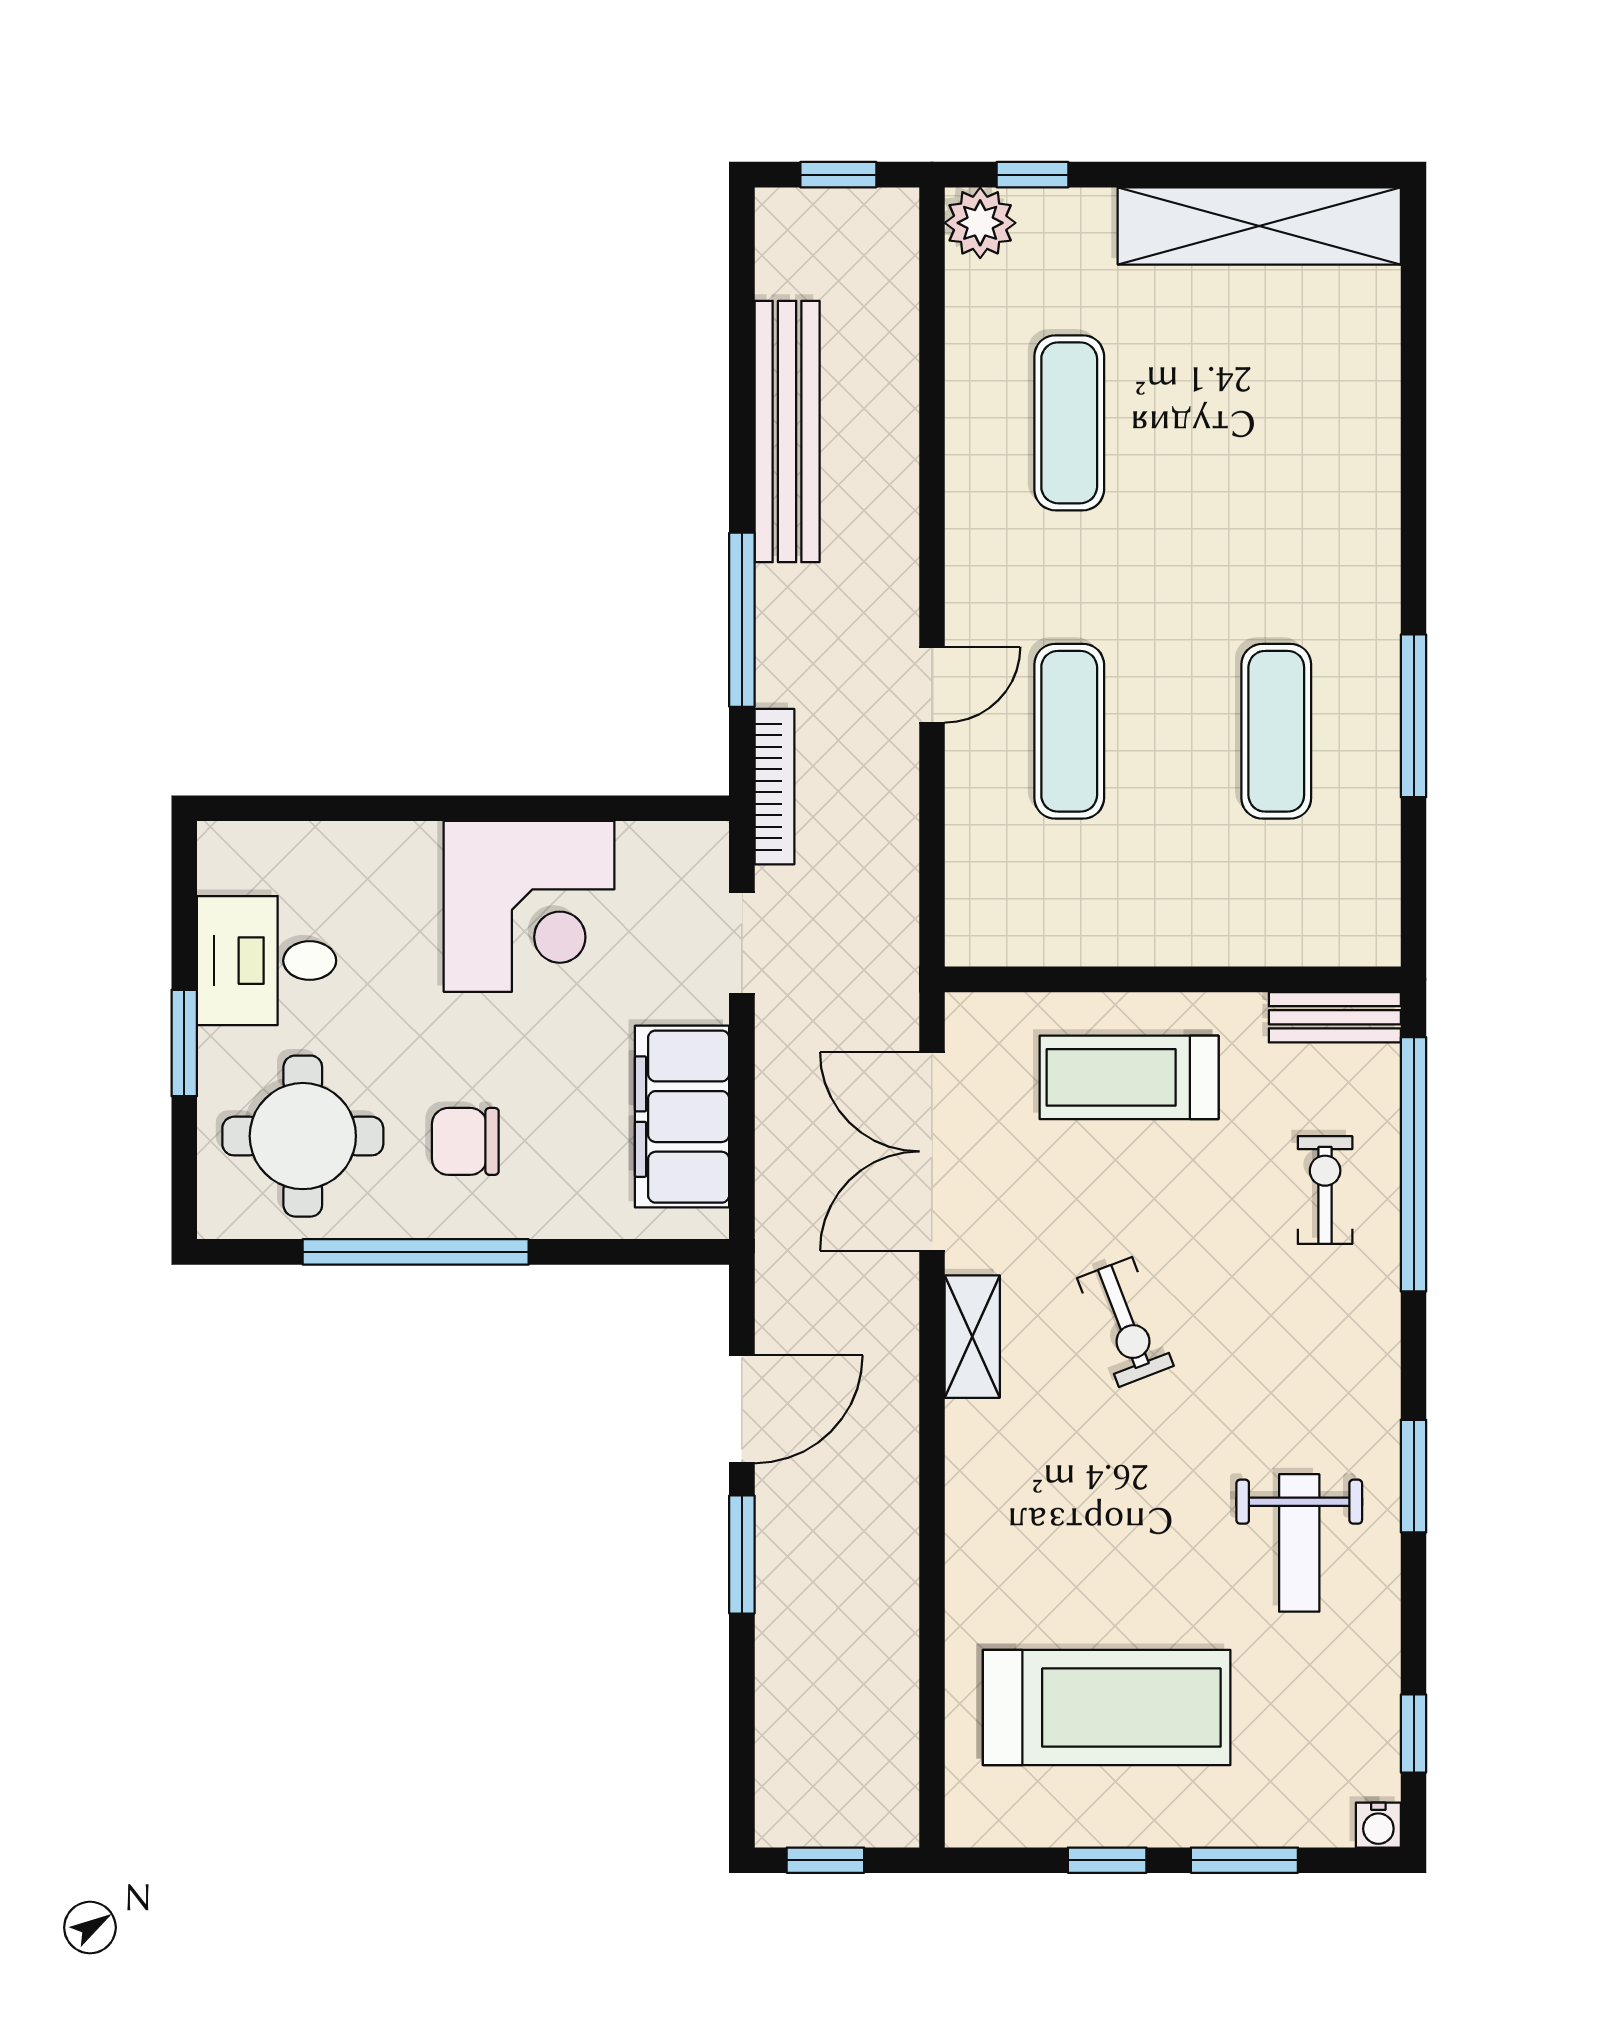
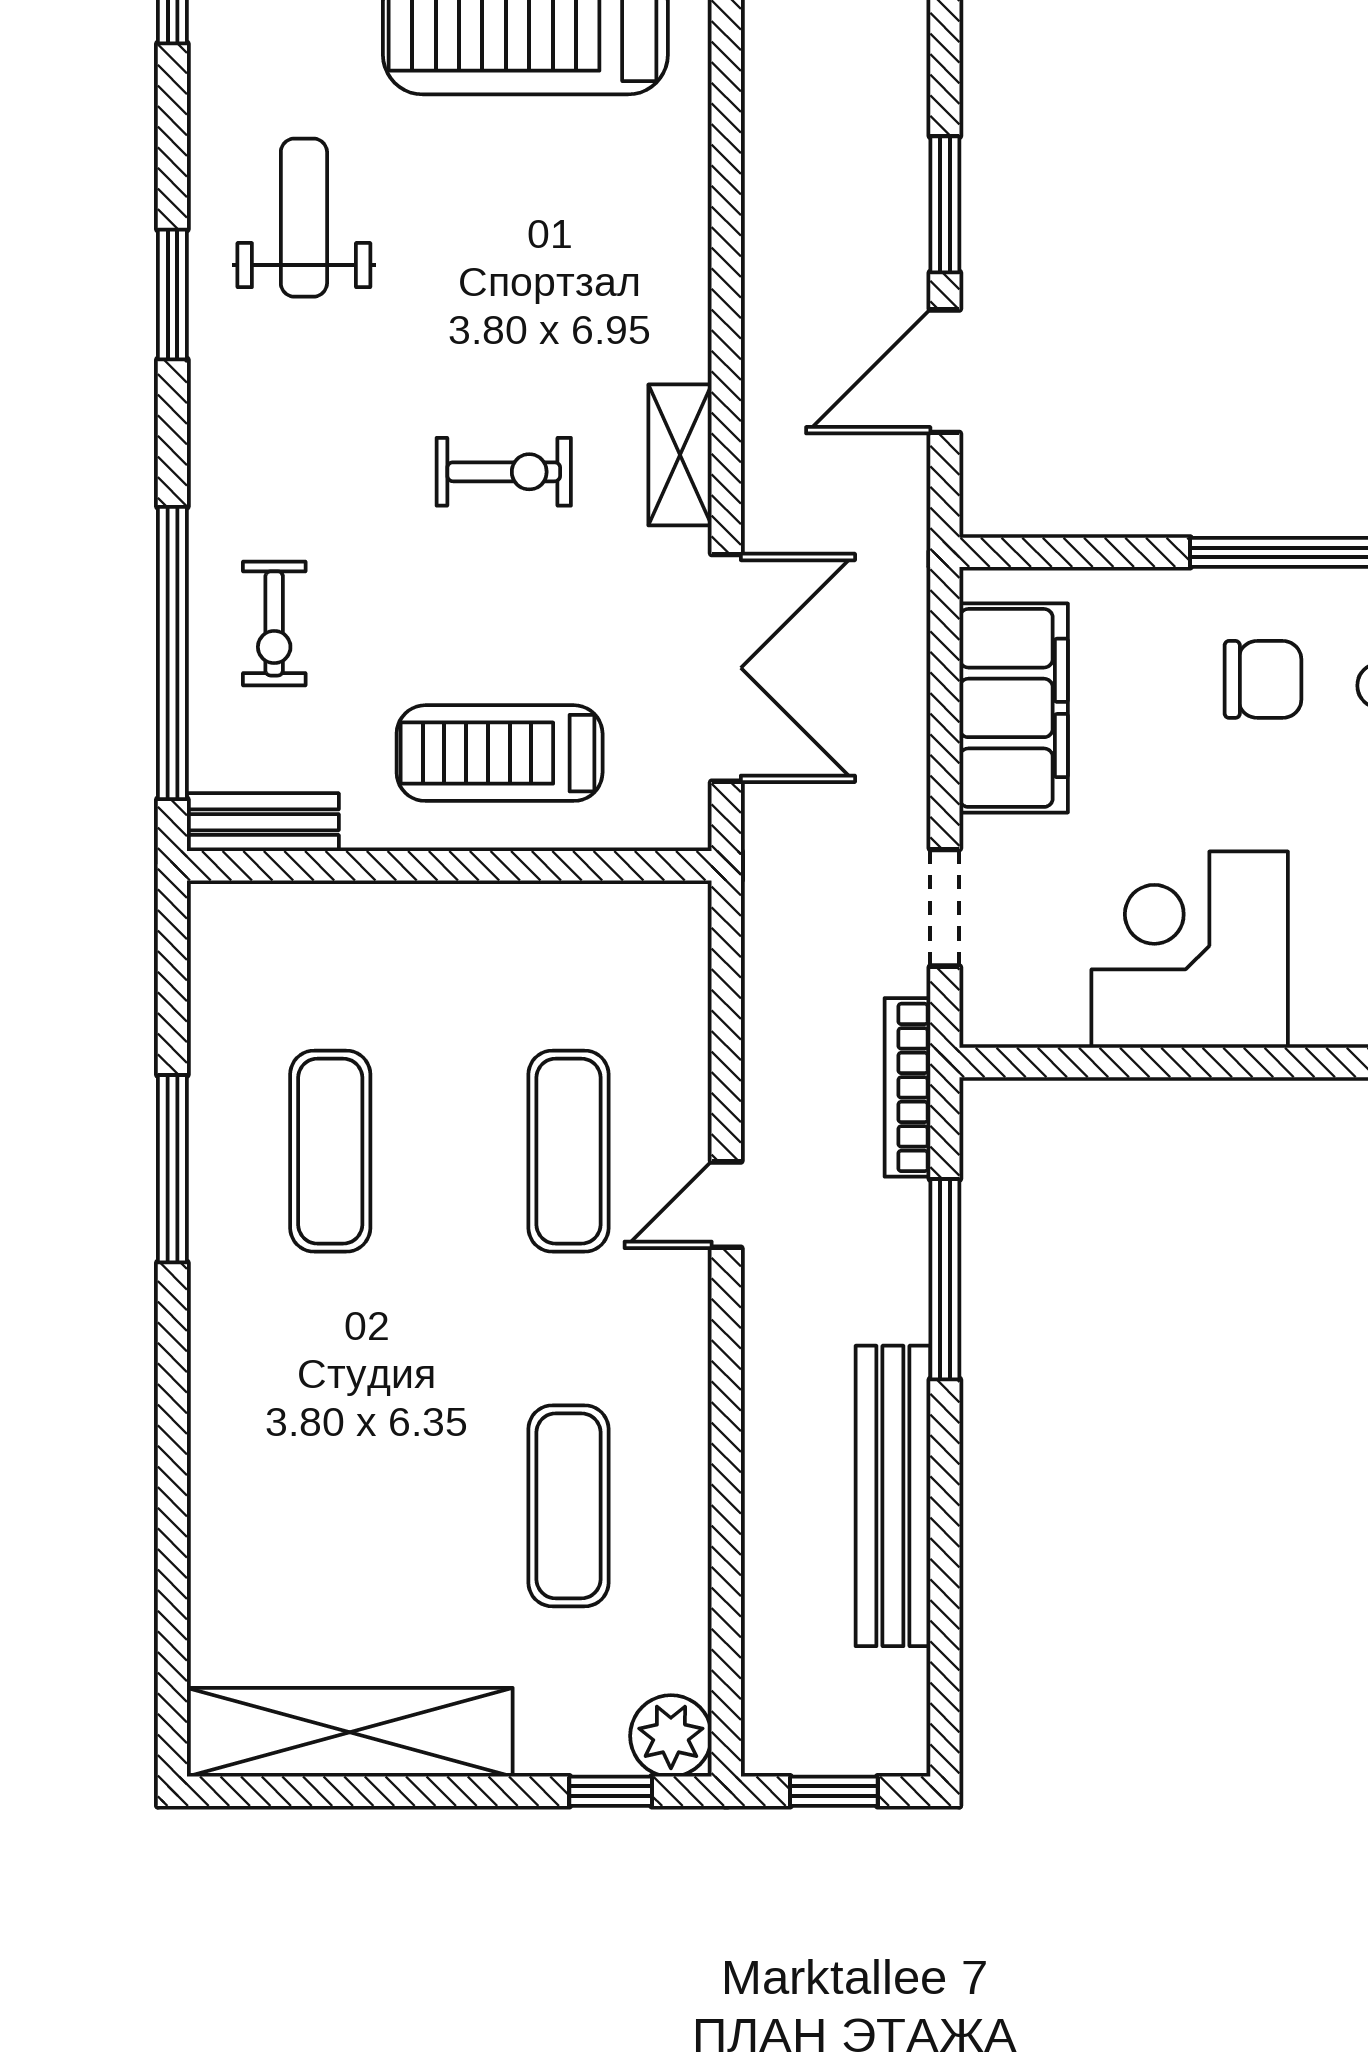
treadmill: (1129, 1077) -> (500, 753), turned 180
exercise bike: (1125, 1322) -> (504, 472), turned 111

